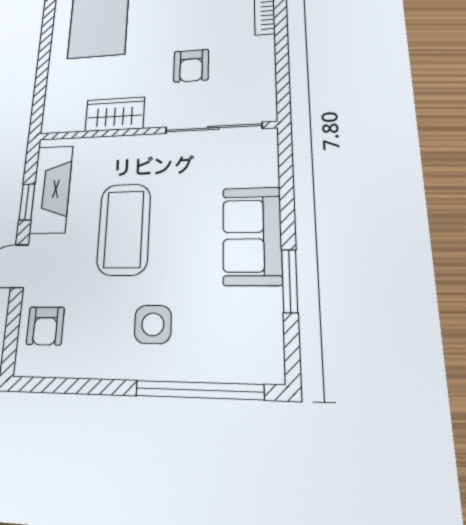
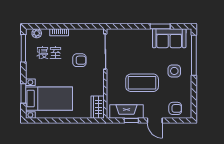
wardrobe: (115, 114) -> (98, 107), moved
sofa: (252, 236) -> (169, 38), moved

